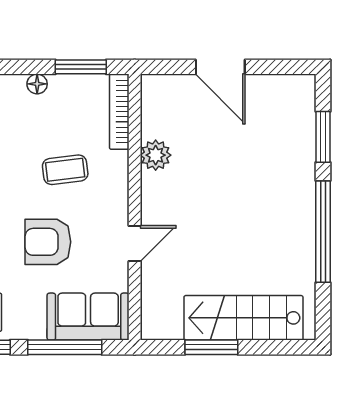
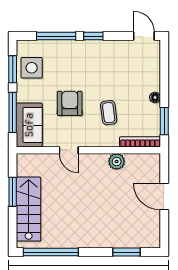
door: (220, 67) -> (164, 196), hinge flipped
window: (323, 232) -> (51, 252), moved

